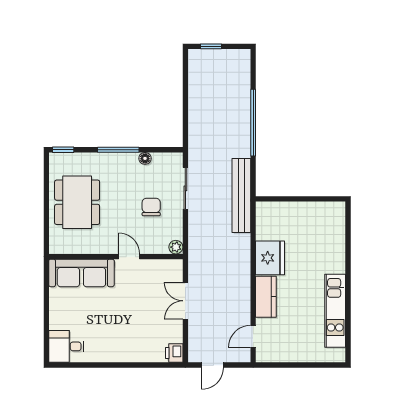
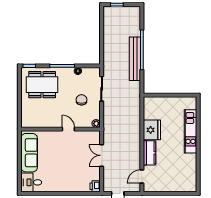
bench: (241, 195) -> (135, 59), moved
dining table: (77, 202) -> (42, 85), moved, turned 90
sofa: (81, 273) -> (29, 153), moved, turned -90
kitchen unit: (335, 311) -> (191, 131), moved

